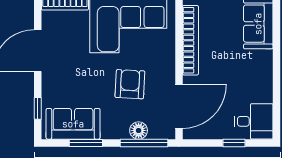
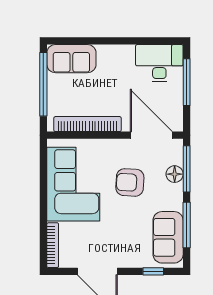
desk: (254, 121) -> (159, 63), width x1.37
window: (86, 143) -> (187, 225), width x1.44
window: (234, 143) -> (187, 82), width x2.17

